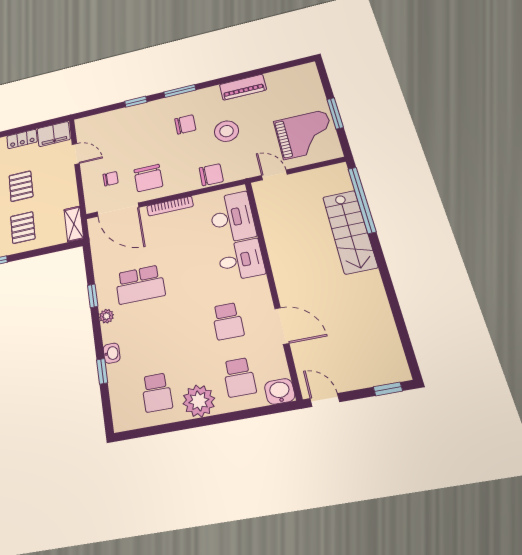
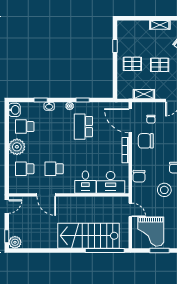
door: (274, 175) -> (130, 210), hinge flipped
door: (118, 210) -> (130, 121), hinge flipped
shelving: (74, 224) -> (144, 94), moved
stairs: (350, 232) -> (88, 236), width x1.36, depth x1.51
door: (282, 326) -> (46, 195), hinge flipped
plant: (396, 369) -> (15, 242), added
washbasin: (280, 391) -> (14, 110), moved

